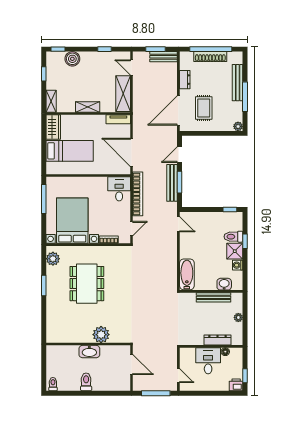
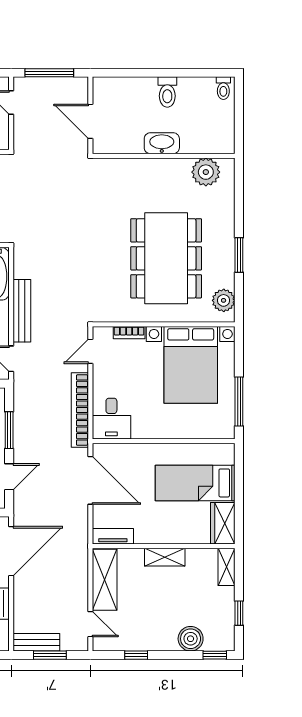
bench: (172, 183) -> (22, 311), moved
dining table: (87, 284) -> (166, 258), width x1.36, depth x1.24
plant: (101, 335) -> (206, 172), moved

